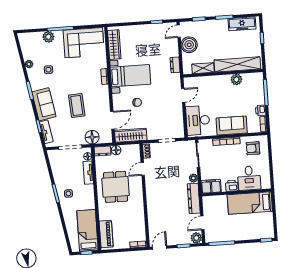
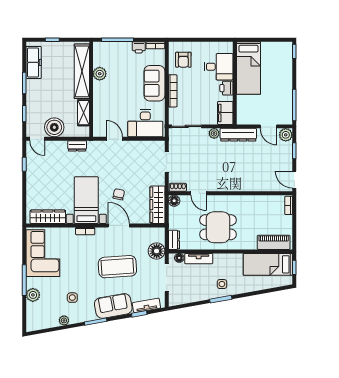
coffee table: (77, 105) -> (117, 267), width x1.36, depth x1.32
door: (112, 120) -> (119, 225), moved
floor lamp: (116, 150) -> (174, 201), moved

